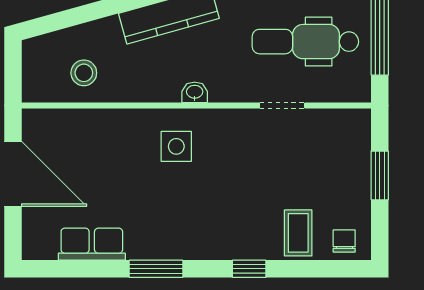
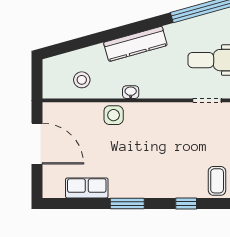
washbasin: (195, 92) -> (131, 92), moved
side table: (176, 146) -> (114, 115), moved

